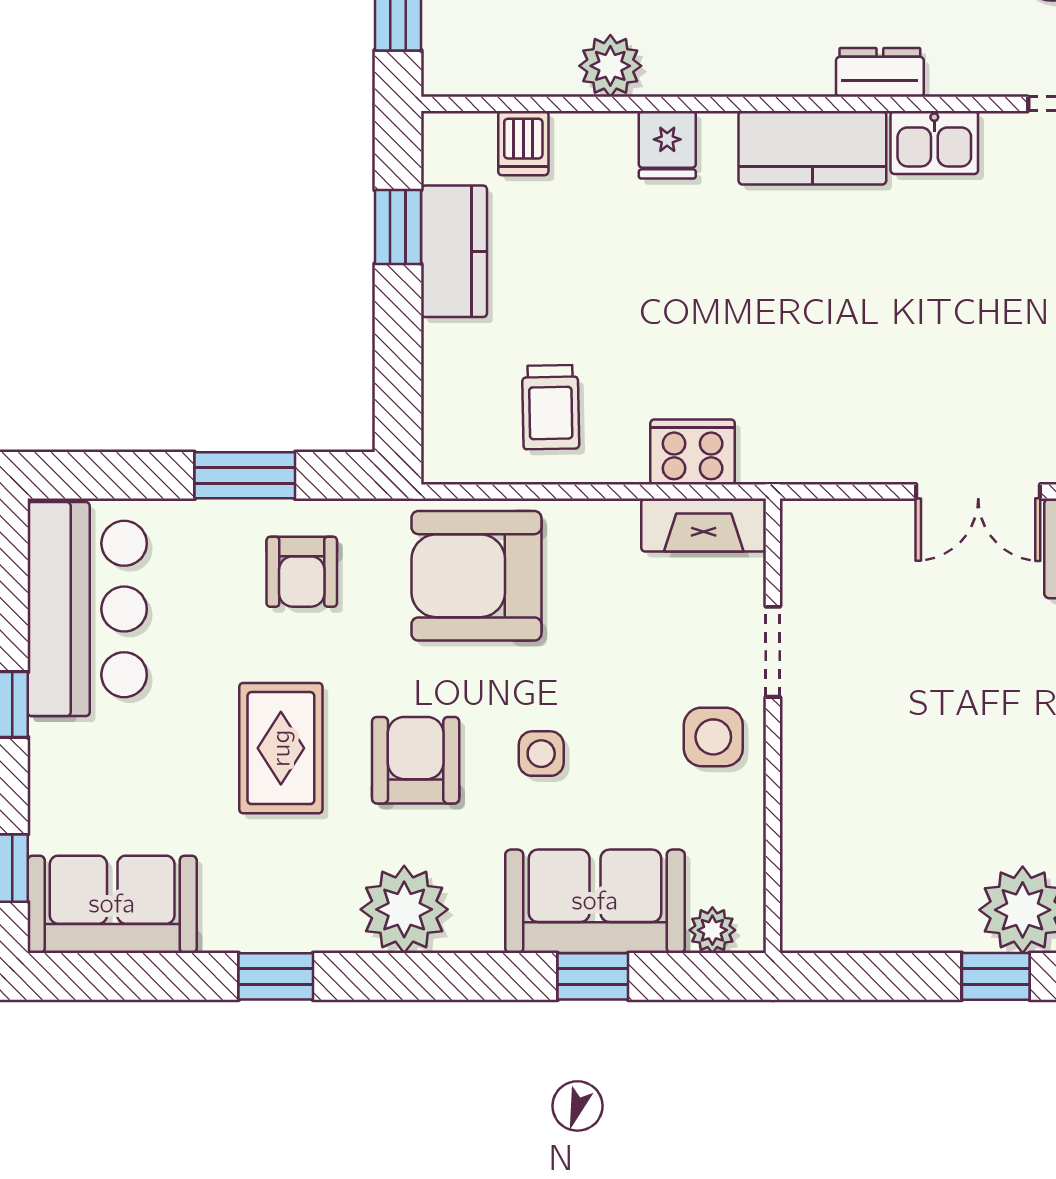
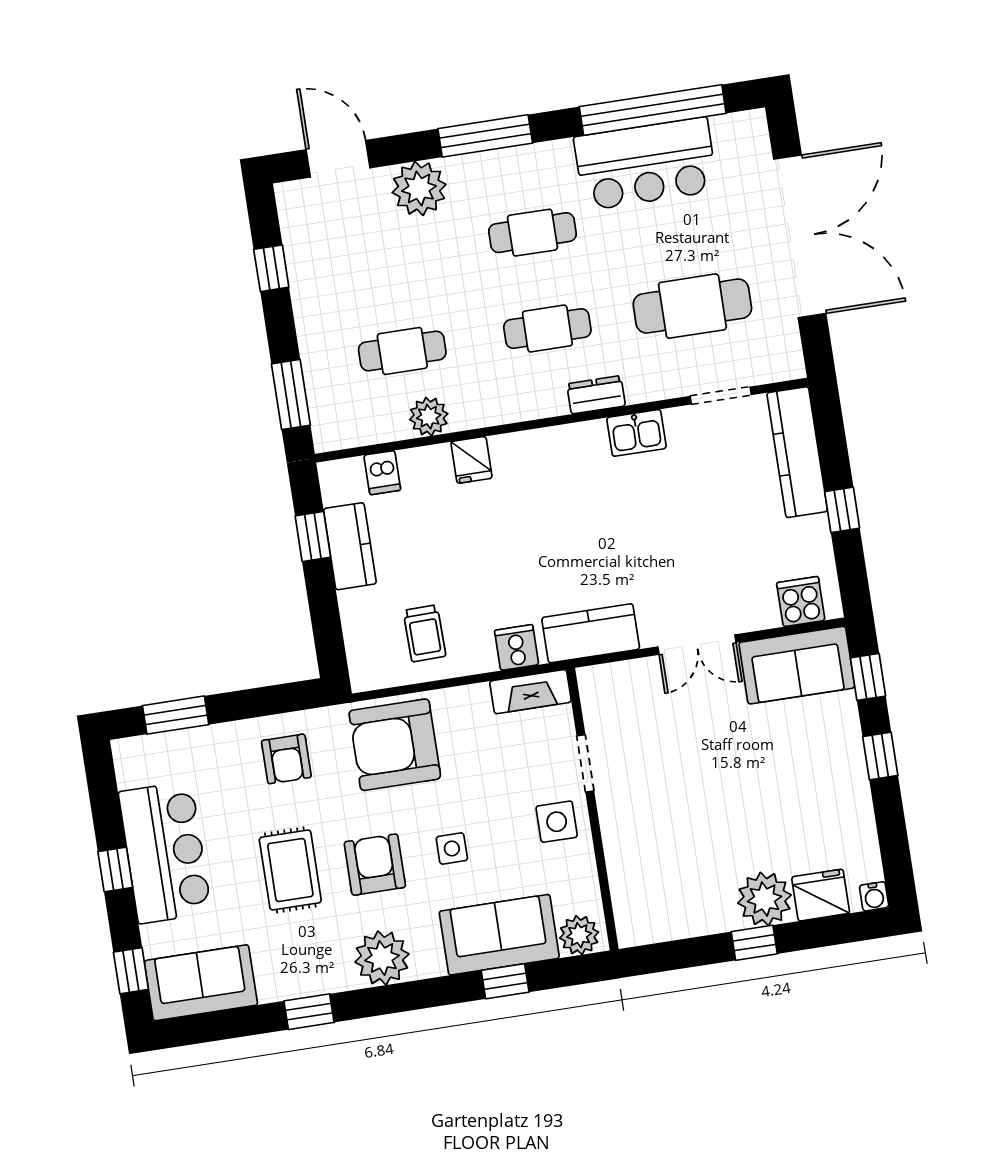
kitchen counter: (812, 148) -> (591, 633), moved, turned 180
cooker: (693, 452) -> (517, 648), width x0.73
window: (245, 475) -> (176, 715), moved
bar counter: (87, 609) -> (165, 852), moved
plant: (712, 930) -> (579, 935), width x1.38, depth x1.38

